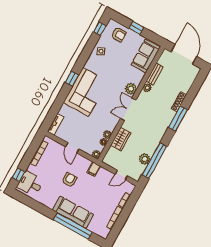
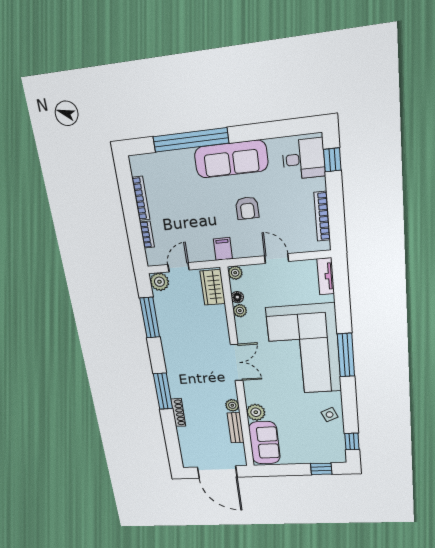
window: (136, 28) -> (321, 469), moved
armchair: (119, 35) -> (320, 449), removed
window: (72, 79) -> (346, 355), width x2.17
plant: (131, 89) -> (256, 412), moved
corner sofa: (86, 92) -> (304, 350), width x1.36, depth x1.36
wardrobe: (121, 139) -> (213, 287), moved
plant: (145, 159) -> (159, 282), moved
window: (154, 161) -> (150, 318), width x0.68
sofa: (73, 212) -> (231, 159), moved

